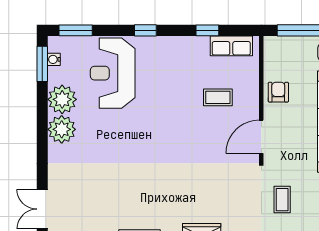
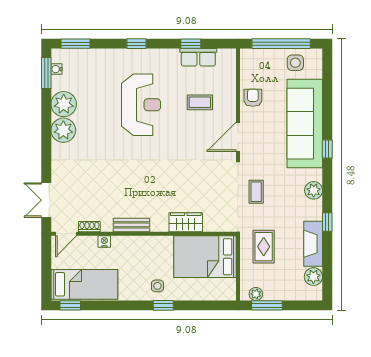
row of seats: (231, 46) -> (198, 57), moved
reception desk: (113, 73) -> (141, 105), moved, turned 180

